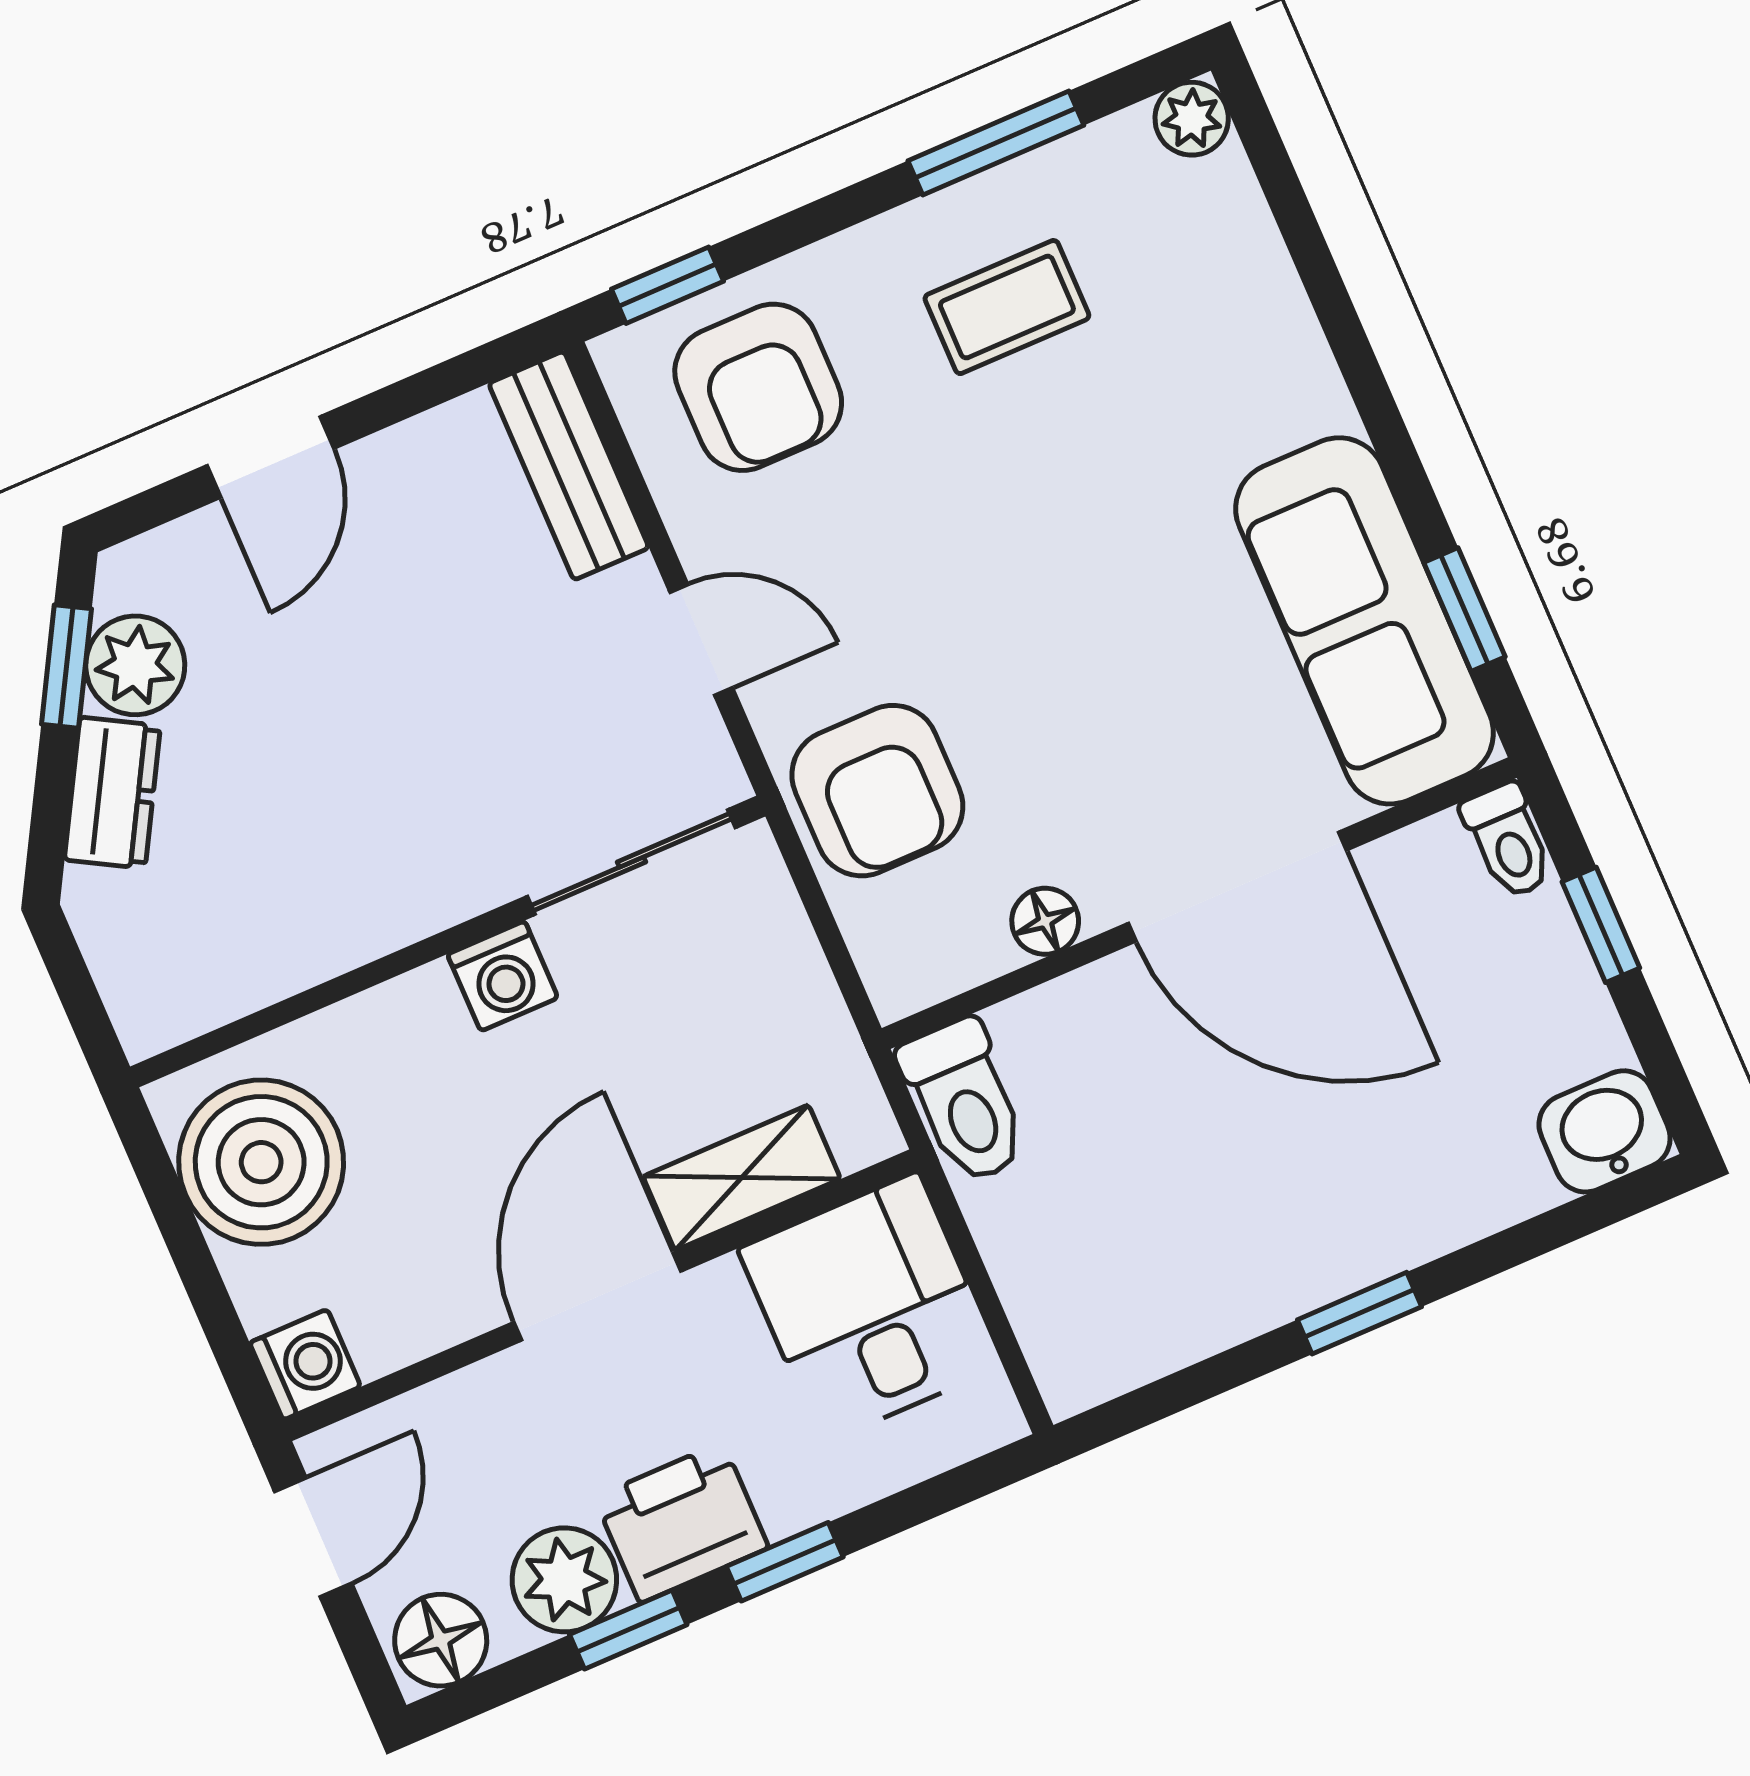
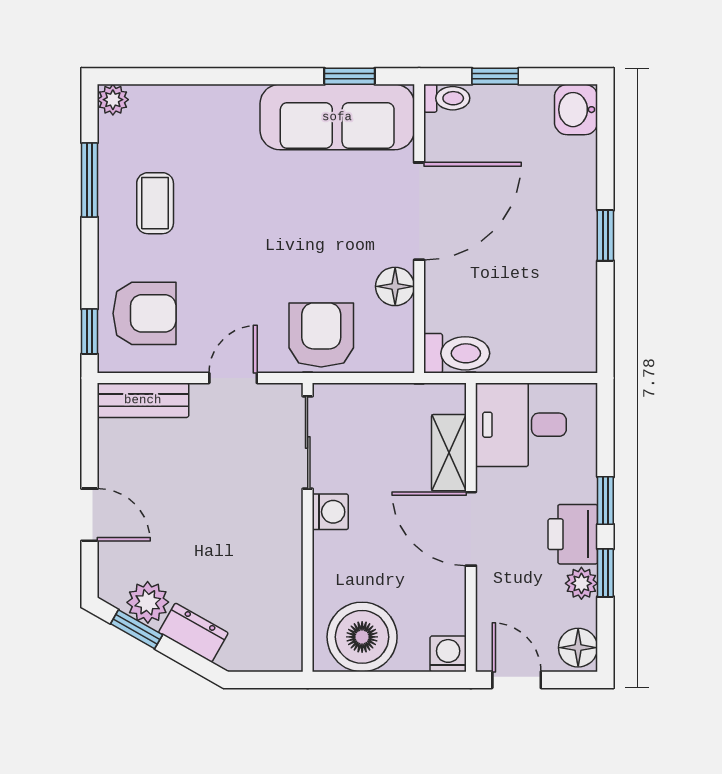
armchair: (877, 791) -> (321, 335), turned -90
floor lamp: (1045, 921) -> (395, 286), width x1.37, depth x1.37
plant: (564, 1580) -> (581, 583), width x0.73, depth x0.73

